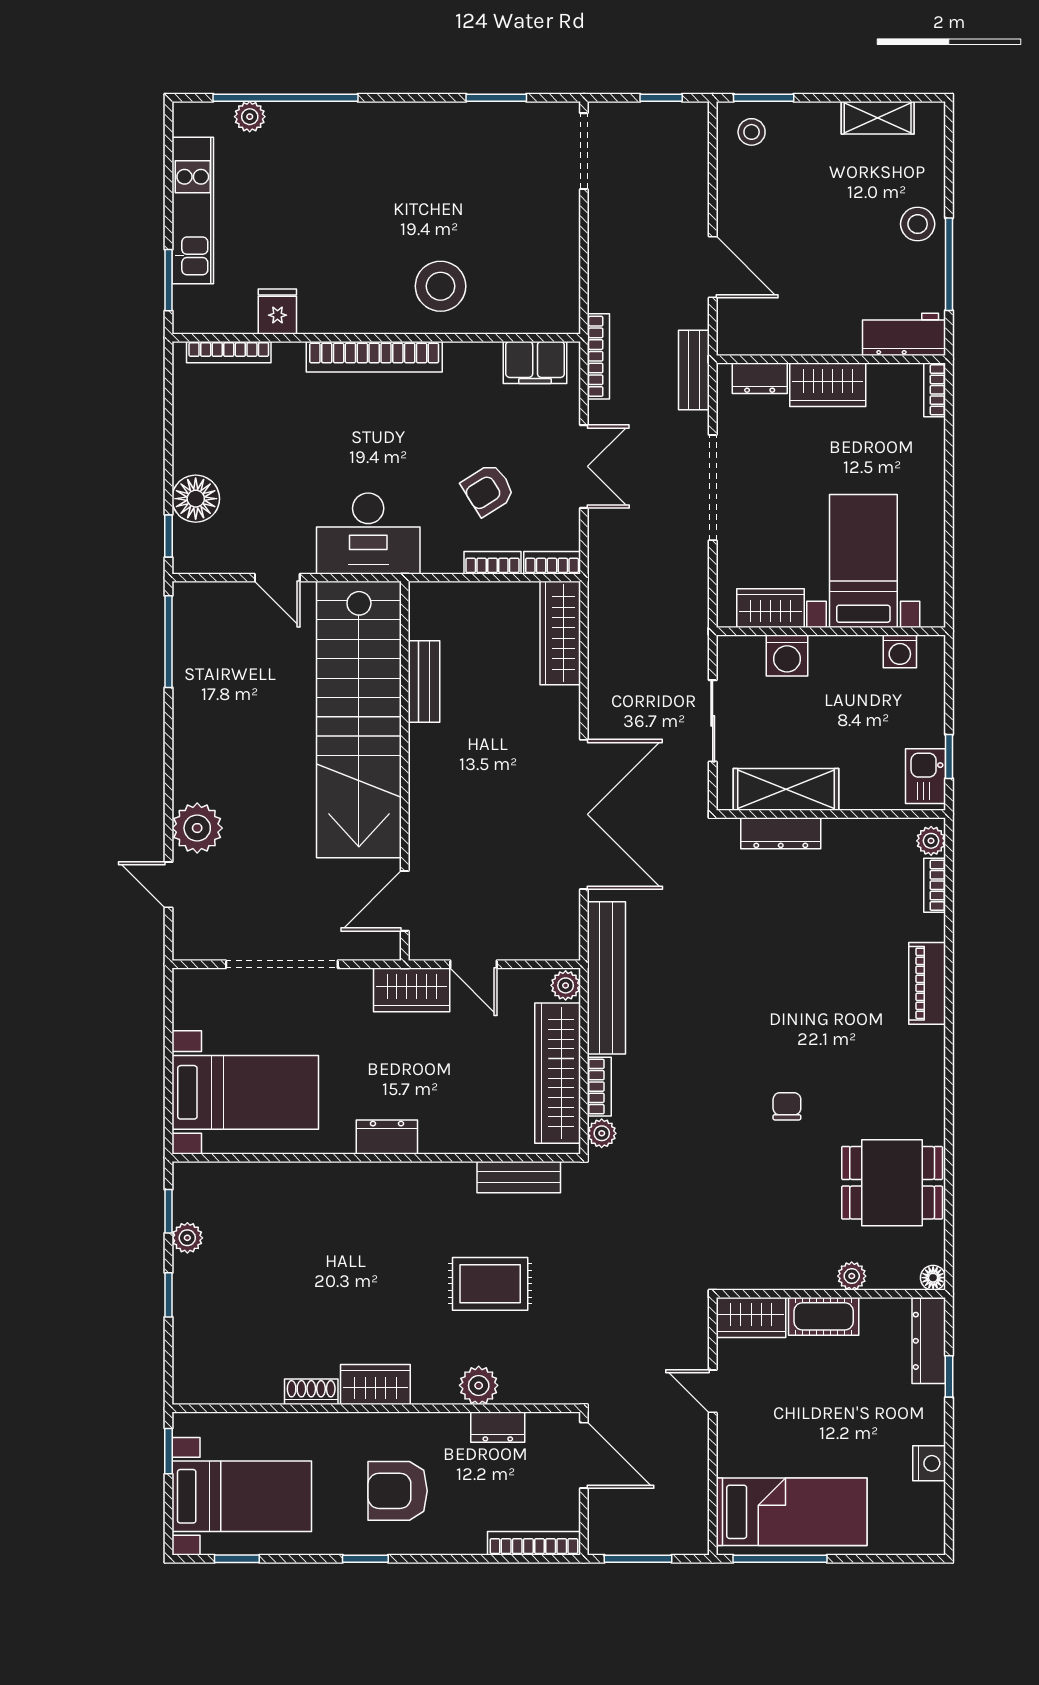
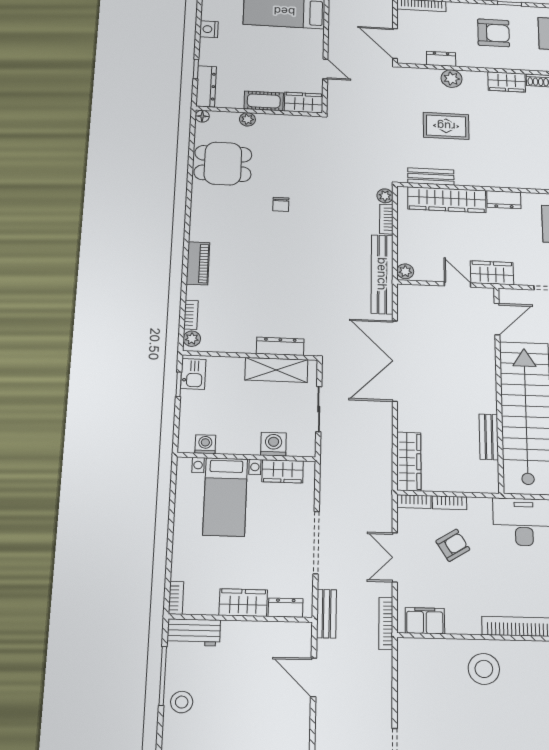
wardrobe: (558, 1073) -> (447, 200), moved, turned 90

